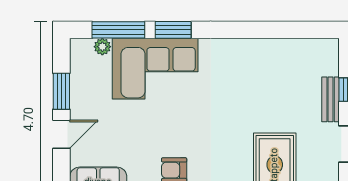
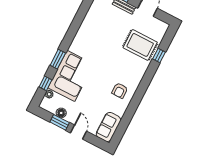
window: (118, 30) -> (45, 83), width x0.46
floor lamp: (80, 86) -> (61, 113), added

